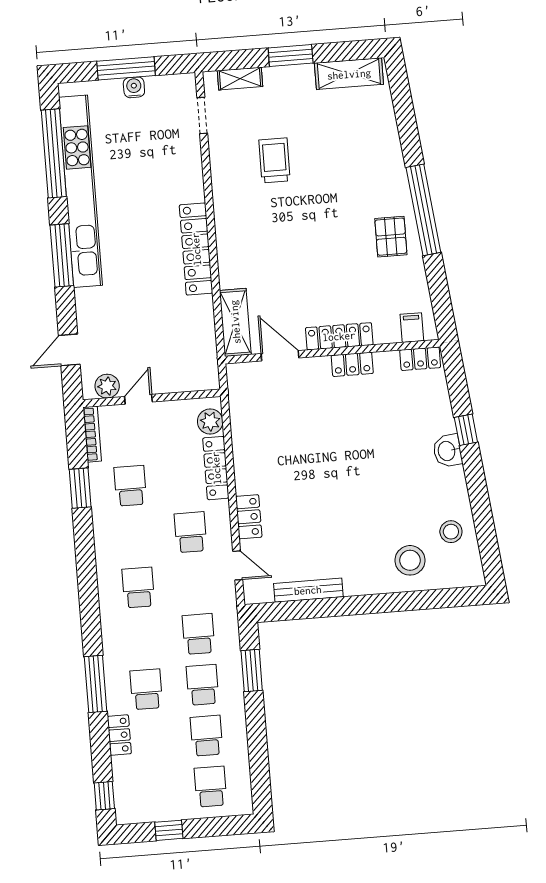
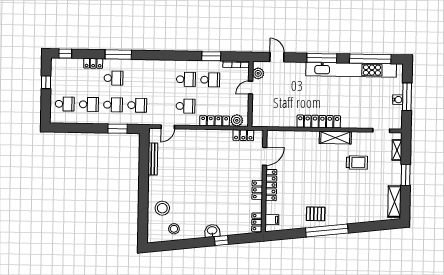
shelving: (235, 322) -> (335, 138), moved
door: (138, 399) -> (251, 88), swing flipped
locker: (249, 517) -> (243, 135), moved
school desk: (138, 588) -> (186, 79), moved

